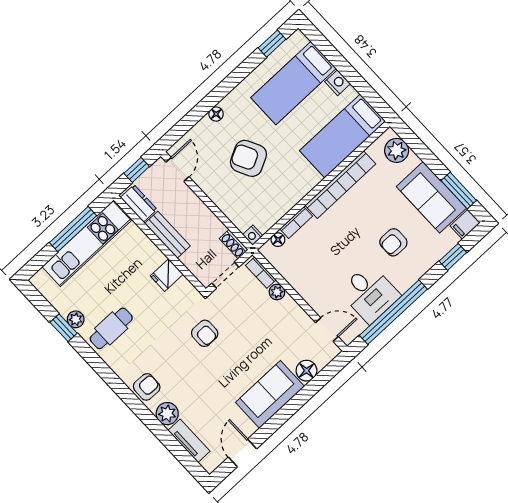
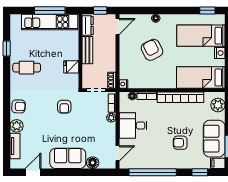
desk: (370, 293) -> (133, 126), moved, turned 90
plant: (76, 319) -> (15, 50), removed
door: (327, 330) -> (118, 153), hinge flipped

